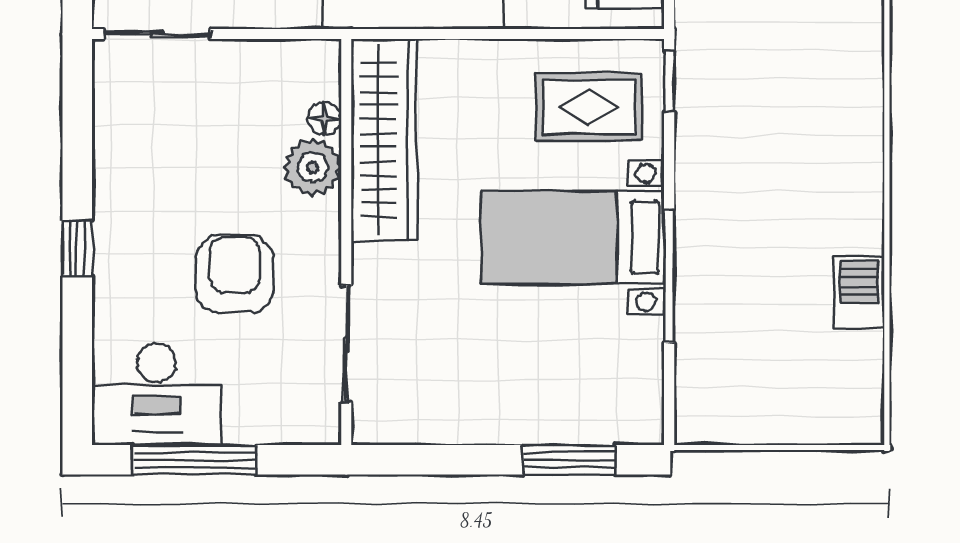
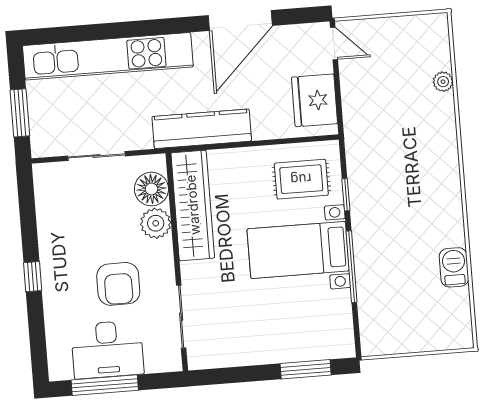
sliding door: (157, 34) -> (96, 156), moved
window: (669, 81) -> (346, 195), moved
floor lamp: (325, 118) -> (151, 189), width x1.89, depth x1.89
armchair: (235, 274) -> (118, 284), turned 180
desk: (157, 394) -> (107, 350), moved

